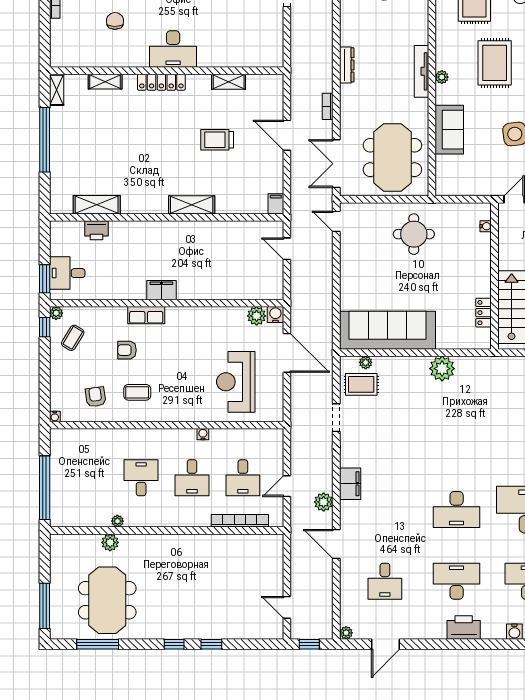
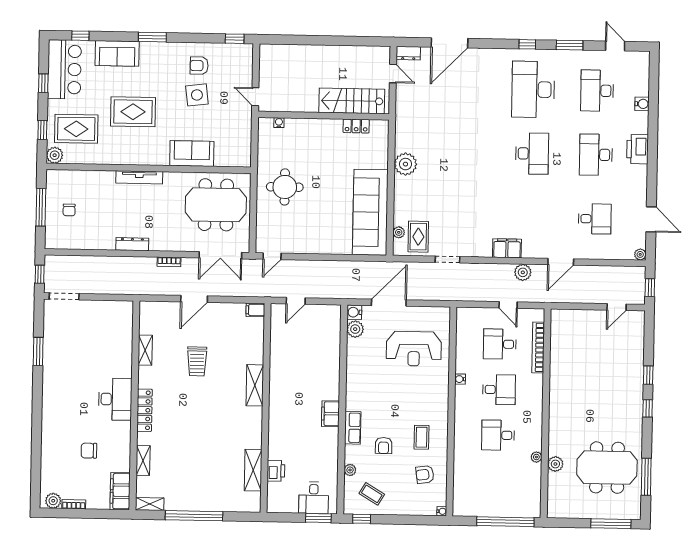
filing cabinet: (70, 57) -> (120, 491), added
plant: (442, 77) -> (145, 159), removed
plant: (56, 313) -> (350, 470), moved
desk: (243, 478) -> (500, 344), turned 180

